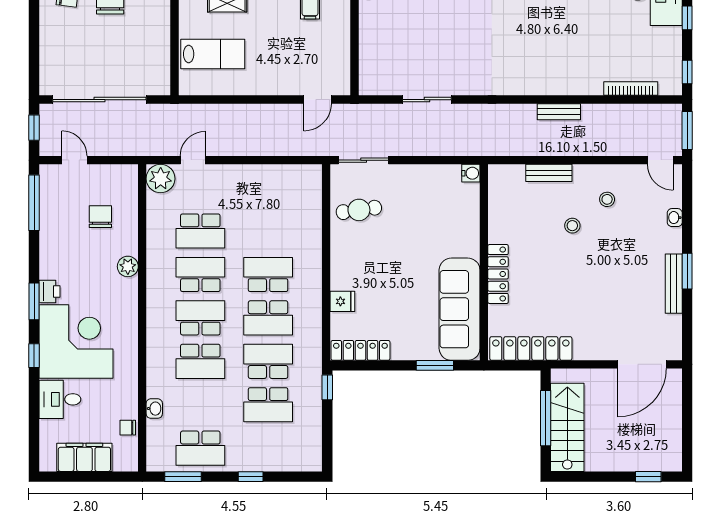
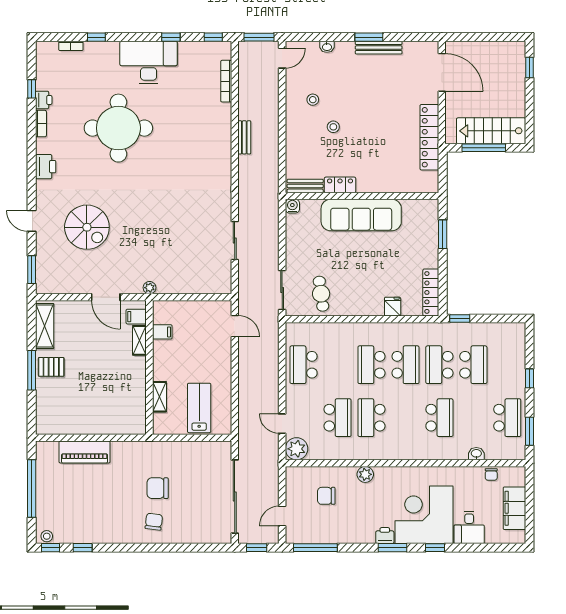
bench: (549, 173) -> (305, 186), moved, turned 90
locker: (498, 274) -> (340, 185), moved, width x0.66
sofa: (460, 309) -> (361, 215), moved
school desk: (200, 318) -> (304, 365), moved
locker: (531, 348) -> (429, 137), moved

